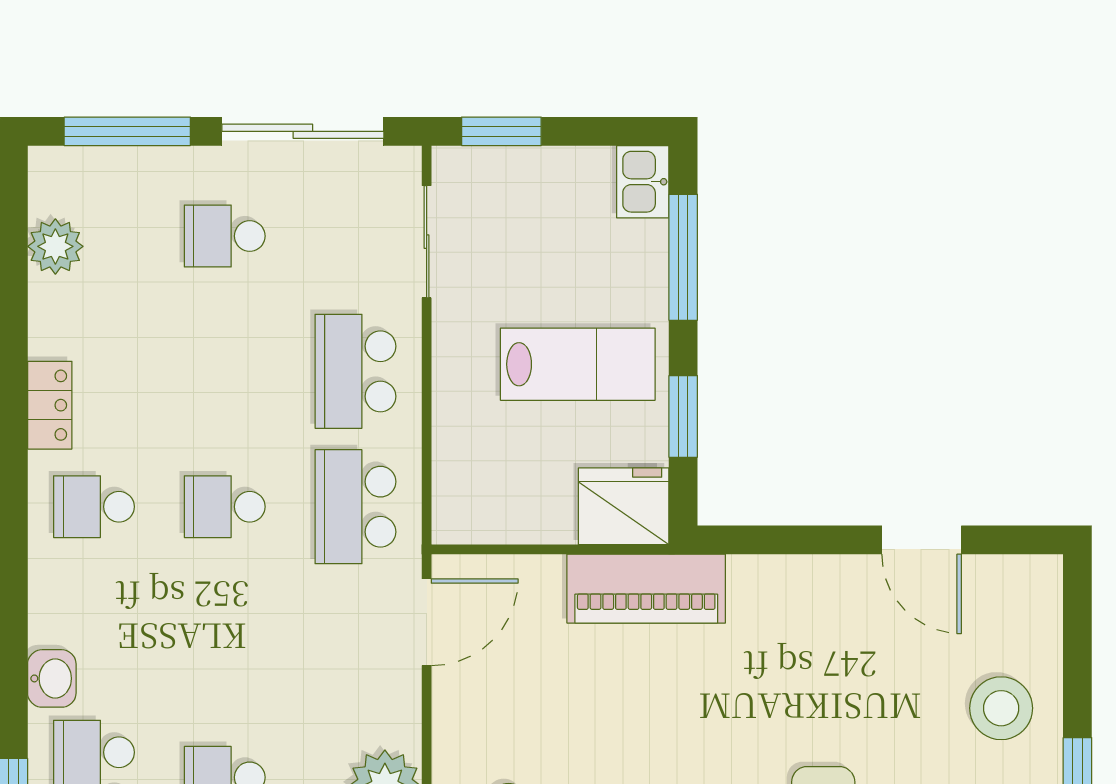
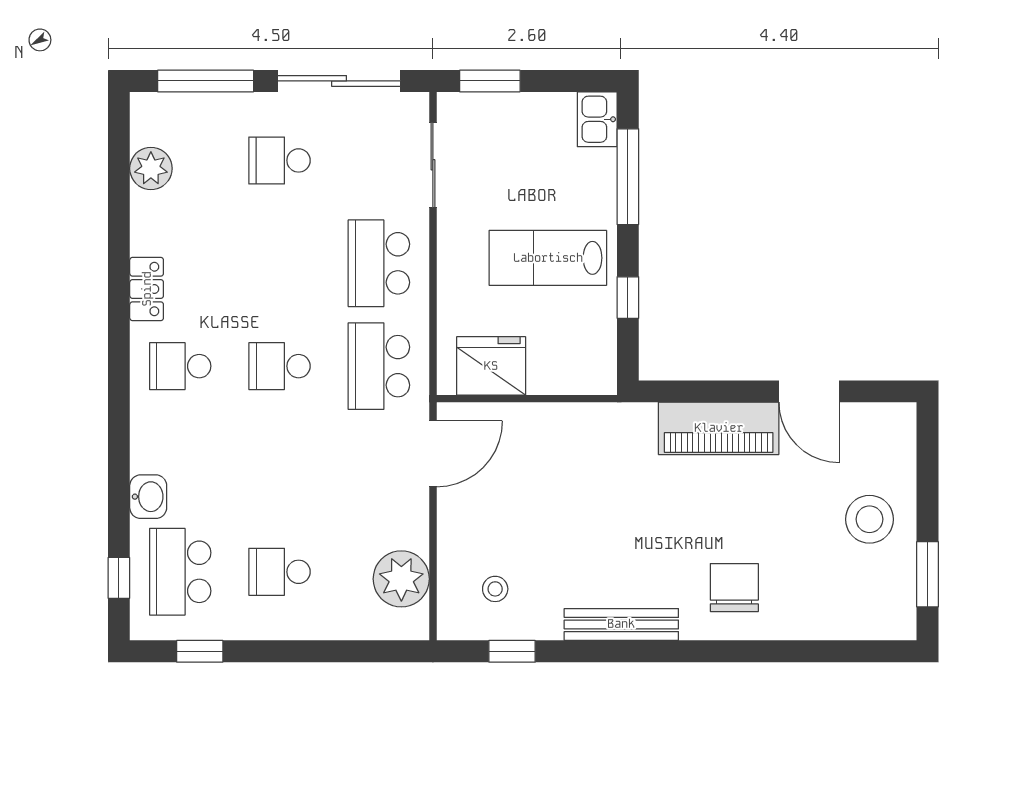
lab bench: (578, 364) -> (548, 258), turned 180
window: (683, 416) -> (628, 298), width x0.67
fridge: (624, 506) -> (491, 366), moved
piano: (646, 589) -> (719, 428), moved

